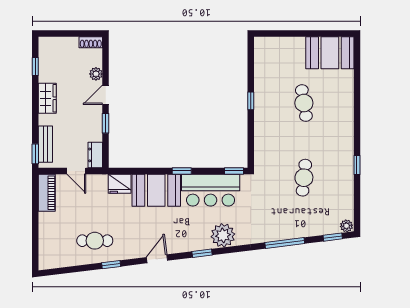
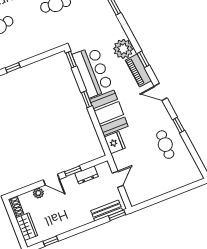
wardrobe: (47, 98) -> (27, 227), moved, turned 90
dresser: (95, 155) -> (87, 175), moved
piano: (47, 193) -> (138, 70), moved, turned -97

